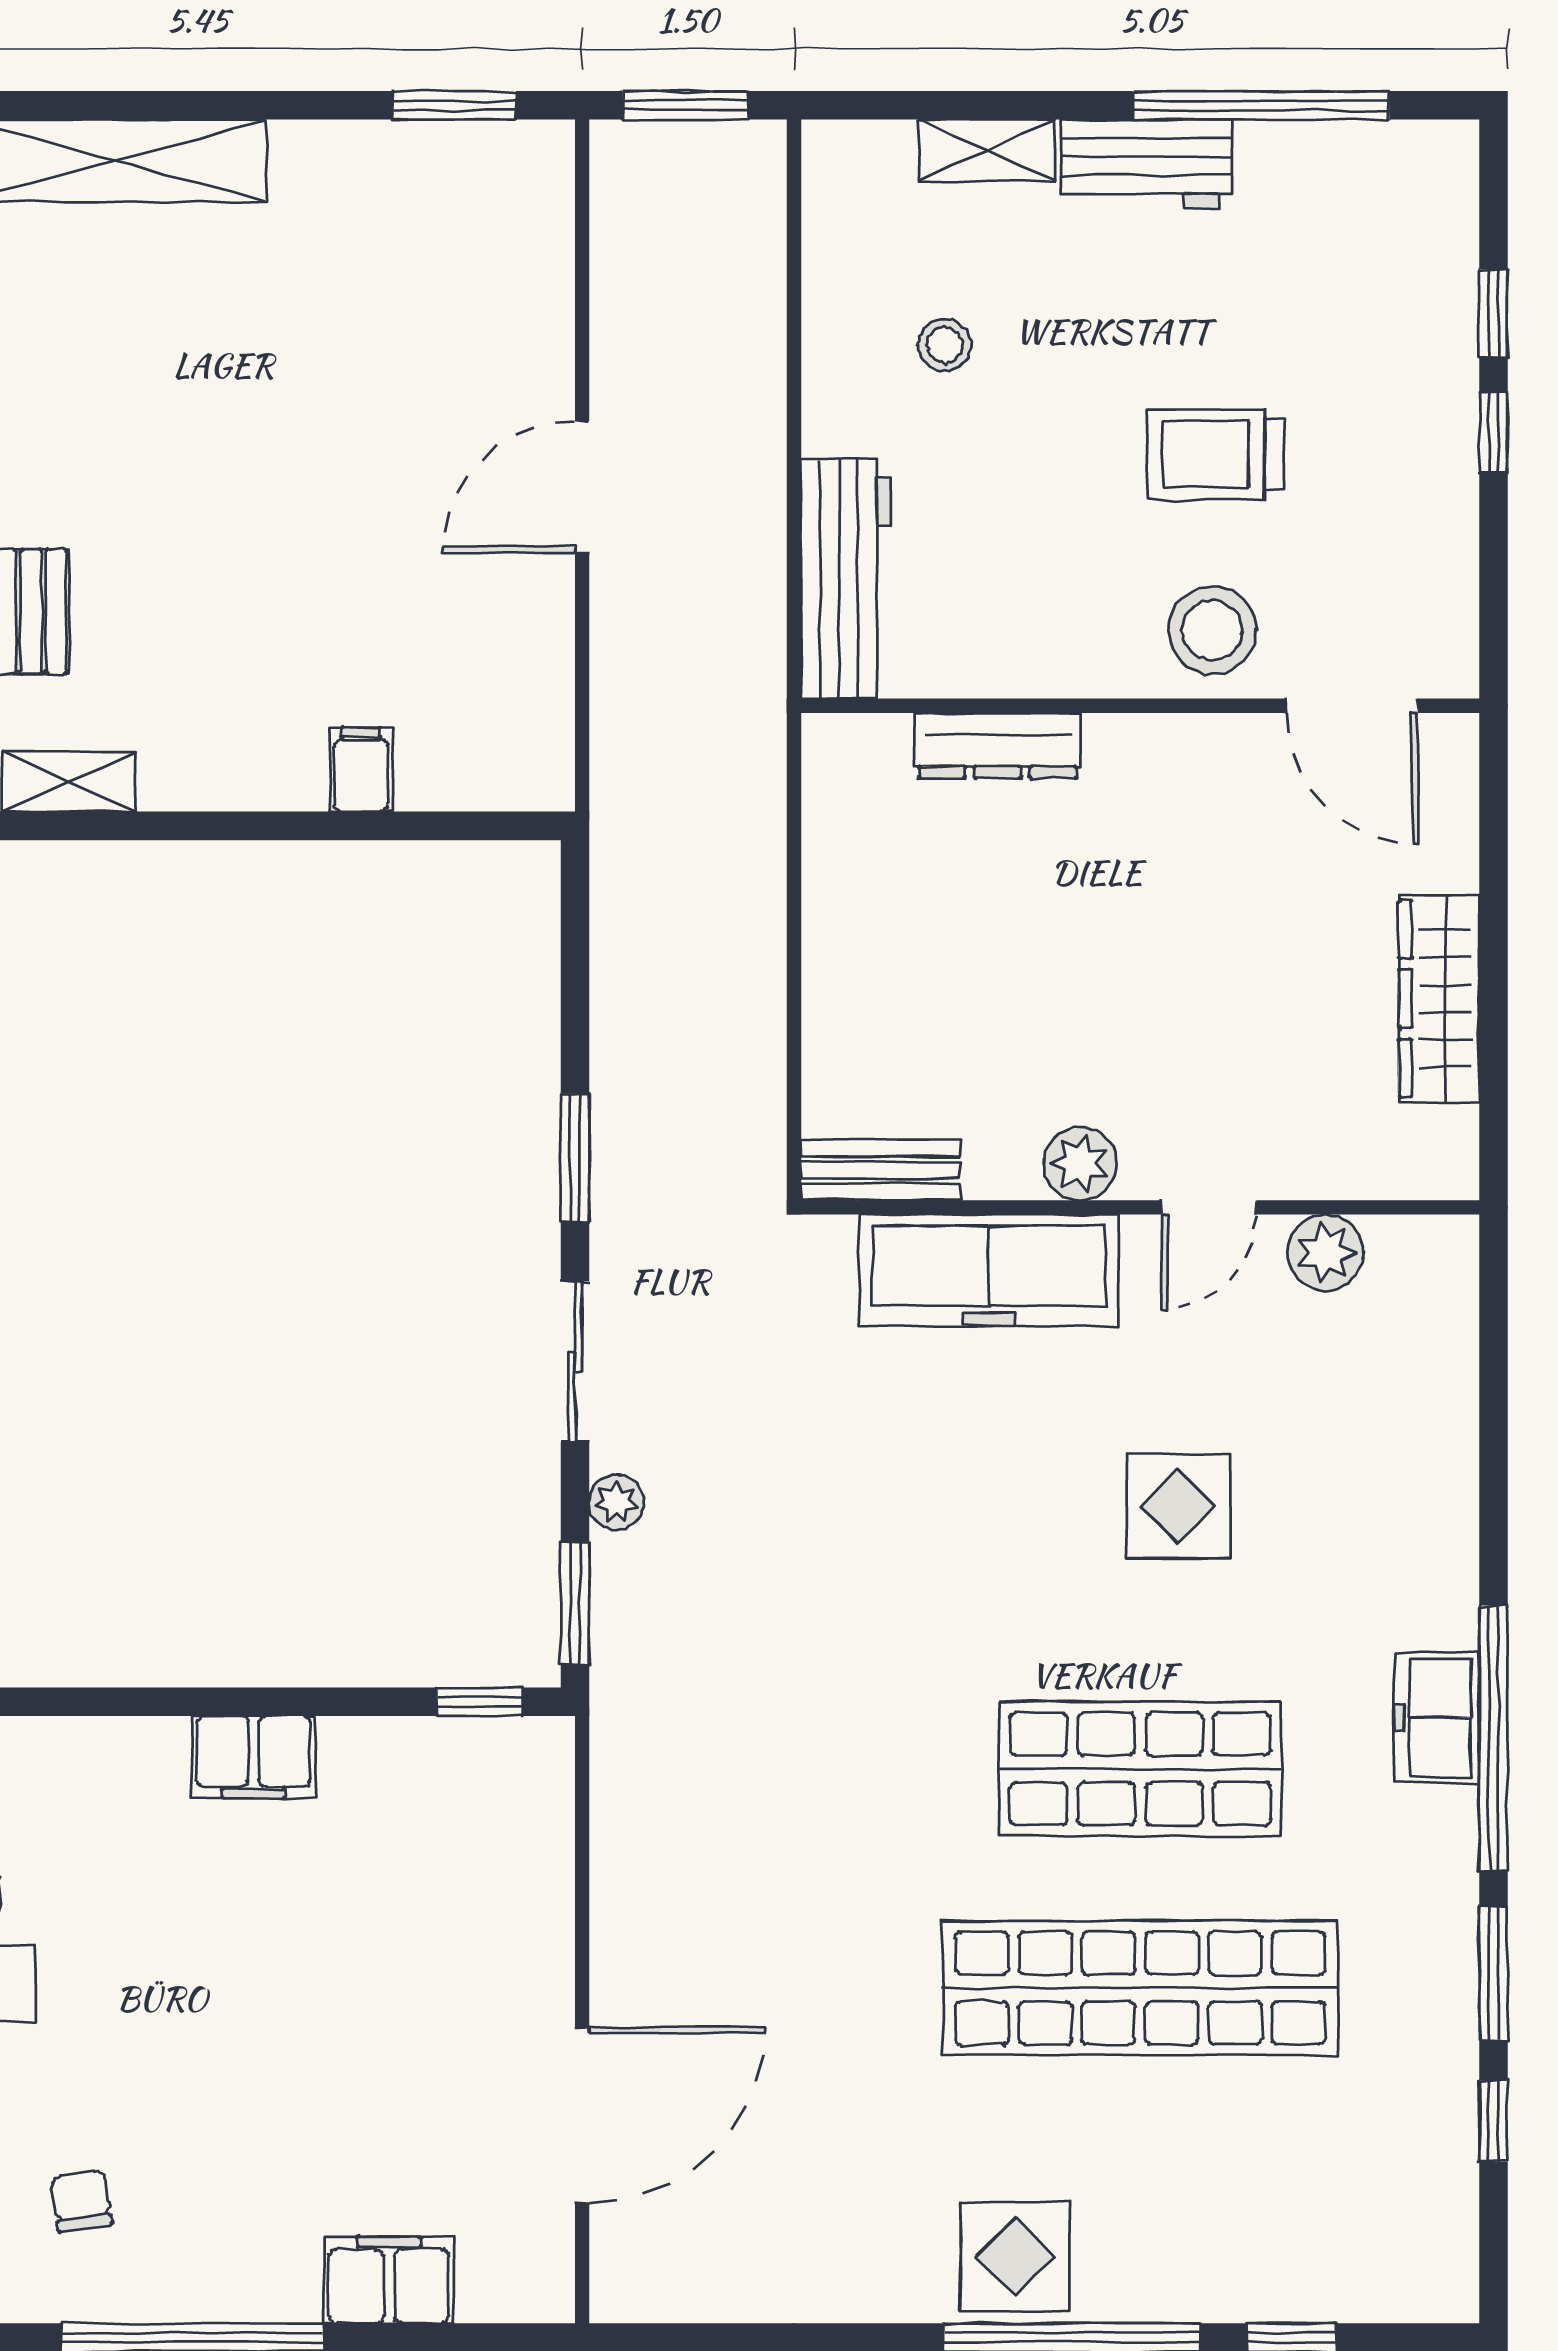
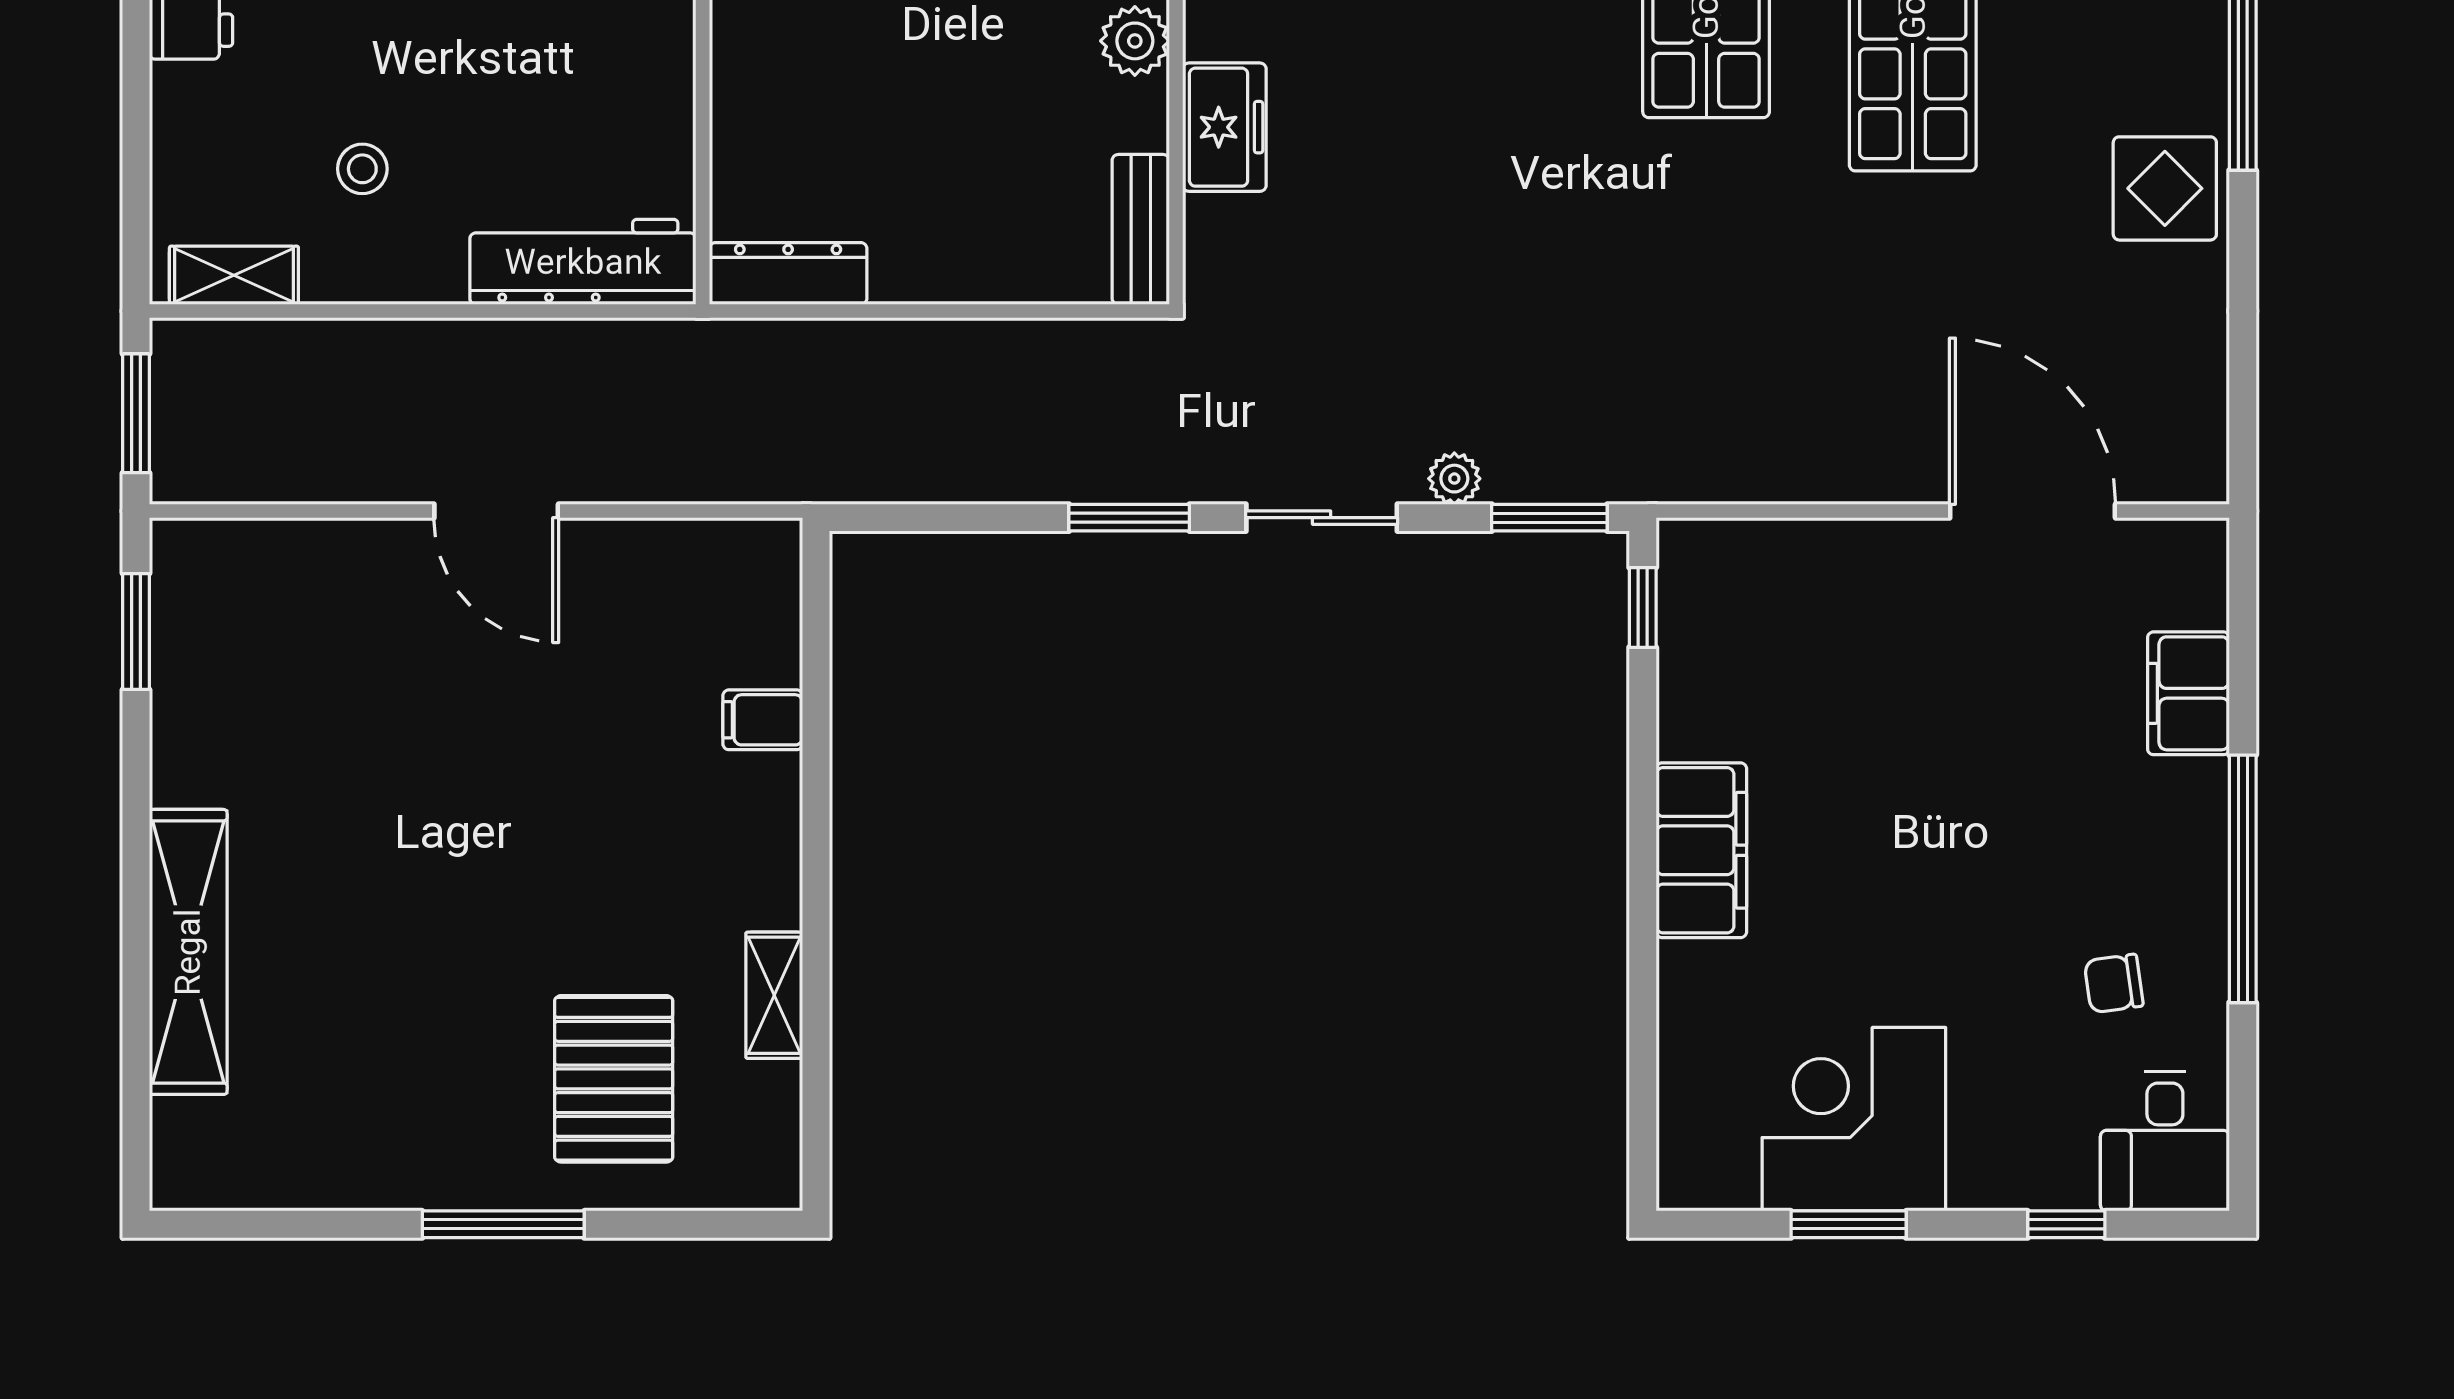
shelving: (987, 150) -> (234, 275), moved, turned 90
dresser: (998, 746) -> (788, 273), moved, turned -90
freezer: (989, 1270) -> (1224, 127), width x0.52, depth x0.79
filing cabinet: (253, 1757) -> (1701, 850), width x1.50, depth x1.17
display table: (1015, 2257) -> (2165, 188), moved

